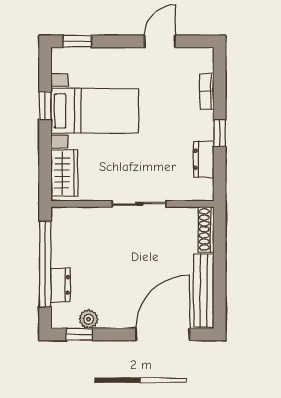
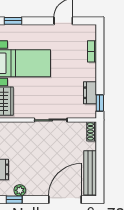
window: (220, 133) -> (100, 103), moved
shoe rack: (206, 229) -> (92, 131), width x0.70

